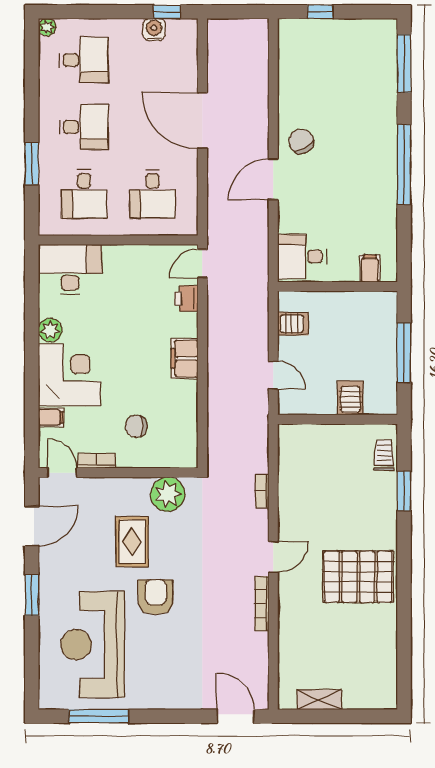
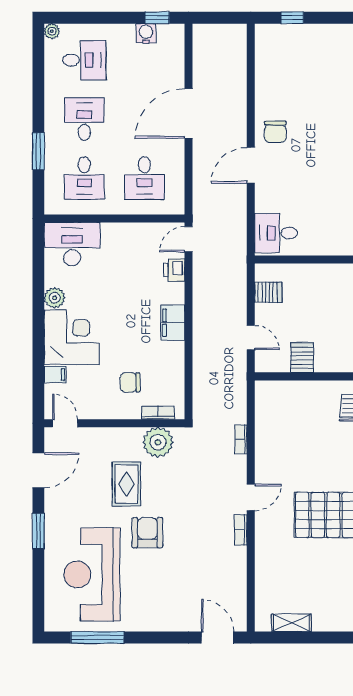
door: (202, 121) -> (188, 113), hinge flipped
desk: (84, 127) -> (84, 119), turned -90
chair: (301, 141) -> (275, 132), turned -152
filing cabinet: (370, 268) -> (336, 244), removed
server rack: (350, 398) -> (302, 357), moved
bookcase: (97, 461) -> (158, 413), moved
bookcase: (262, 604) -> (241, 530), width x0.64

